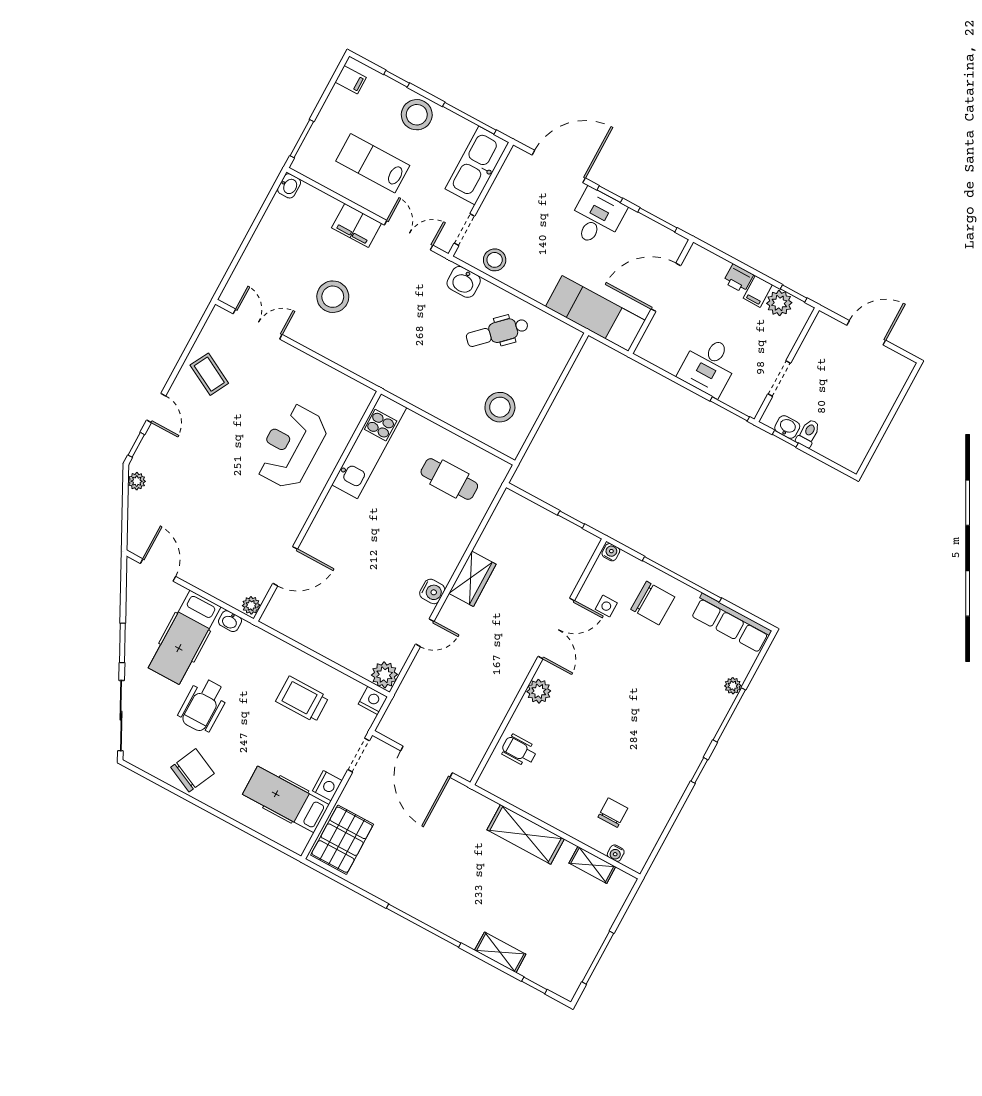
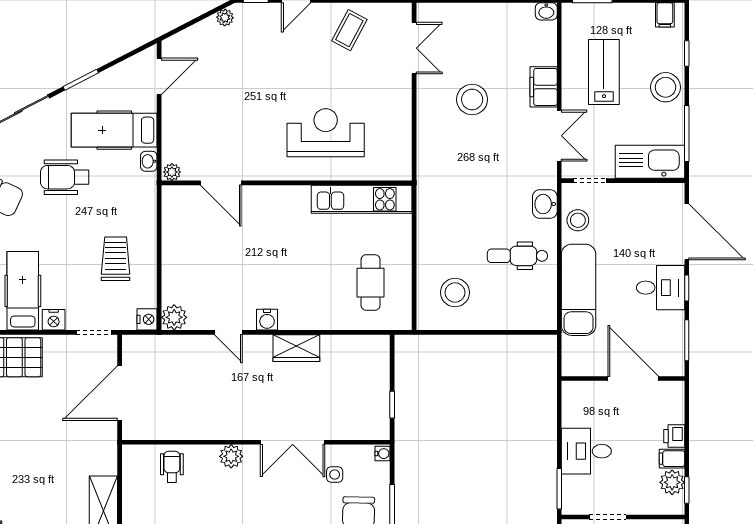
exam couch: (595, 313) -> (579, 290), moved
dental chair: (497, 332) -> (517, 256), turned -46

